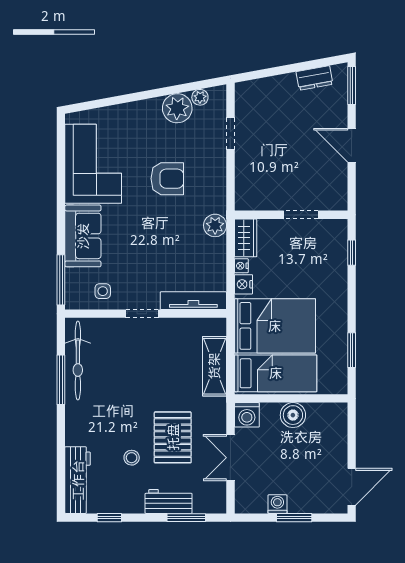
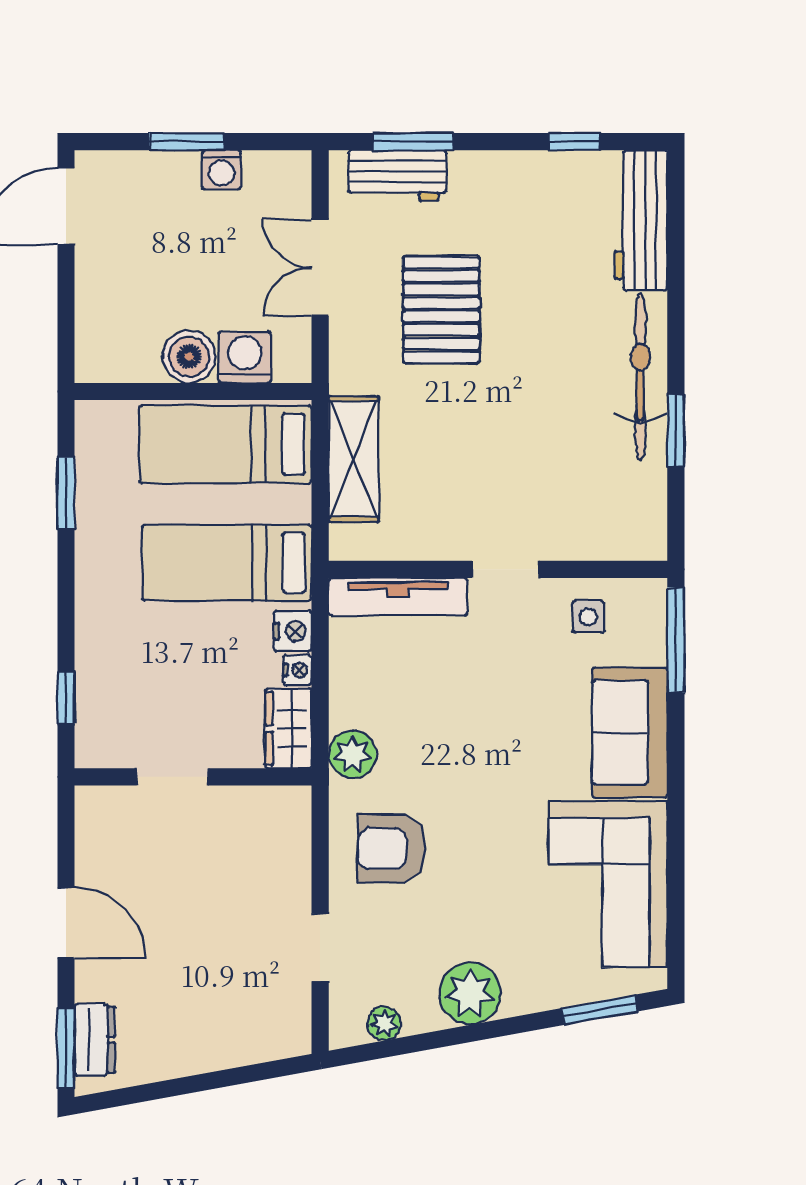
dresser: (314, 78) -> (95, 1040), moved, turned 100
window: (97, 104) -> (600, 1010), added
plant: (177, 108) -> (470, 993), moved
armchair: (167, 179) -> (392, 849), moved
bed: (275, 326) -> (227, 563), width x0.67
bicycle: (78, 360) -> (640, 377), moved
window: (61, 380) -> (676, 431), width x0.69
washing machine: (247, 415) -> (245, 357), moved
stool: (132, 458) -> (528, 267), removed
double door: (230, 458) -> (320, 267), swing flipped
workbench: (169, 501) -> (397, 175), moved

